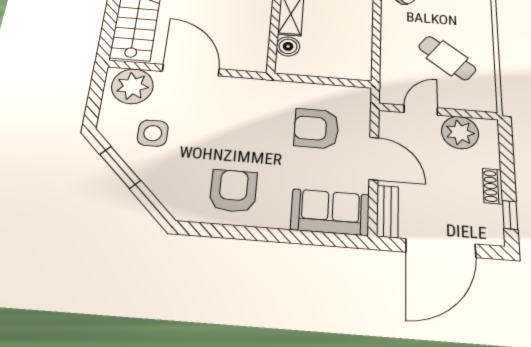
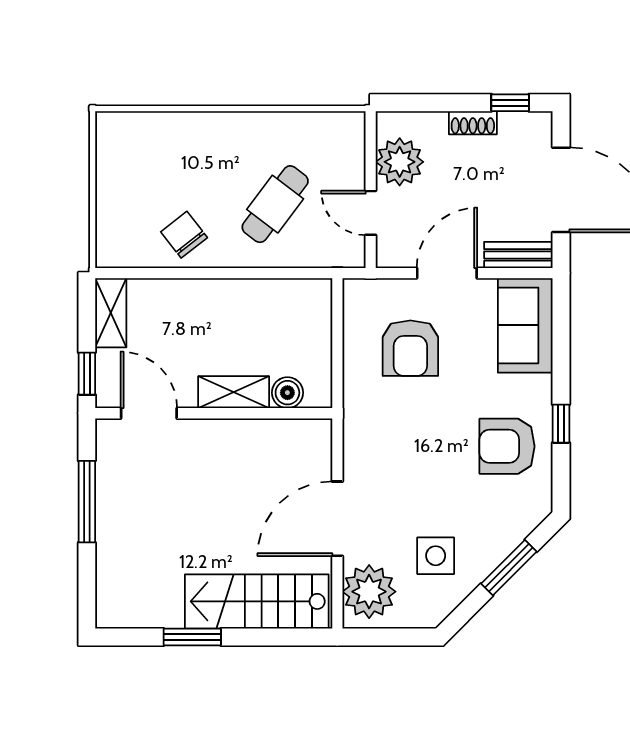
cafe table: (447, 58) -> (275, 204), moved
window: (120, 167) -> (509, 568), moved
window: (248, 233) -> (561, 424), added

